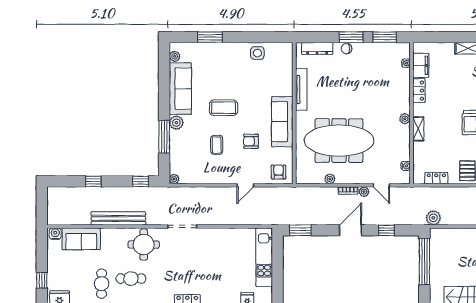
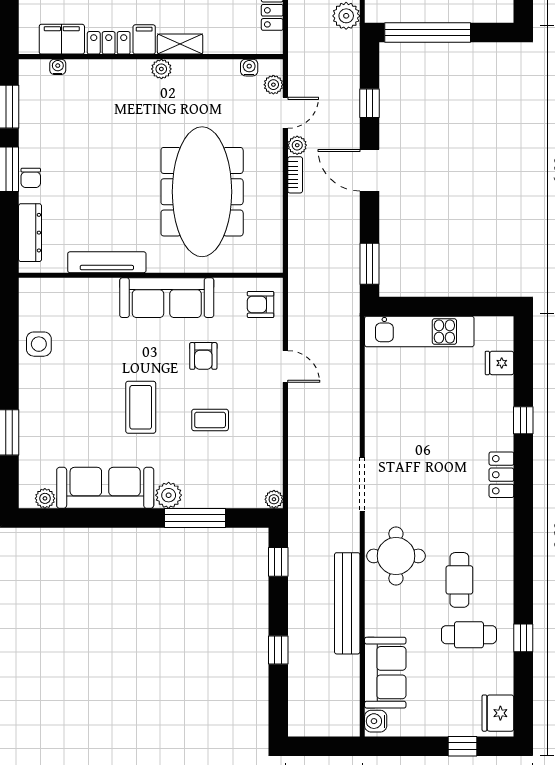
filing cabinet: (421, 110) -> (144, 39), added
plant: (330, 179) -> (273, 85), moved

